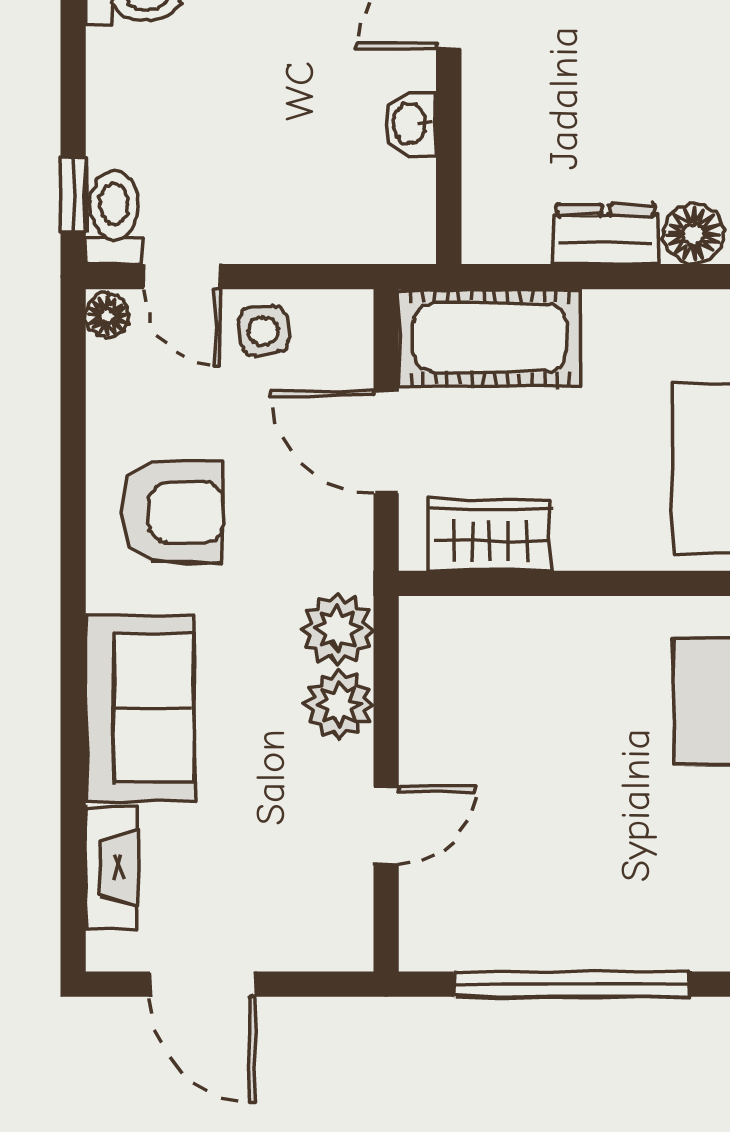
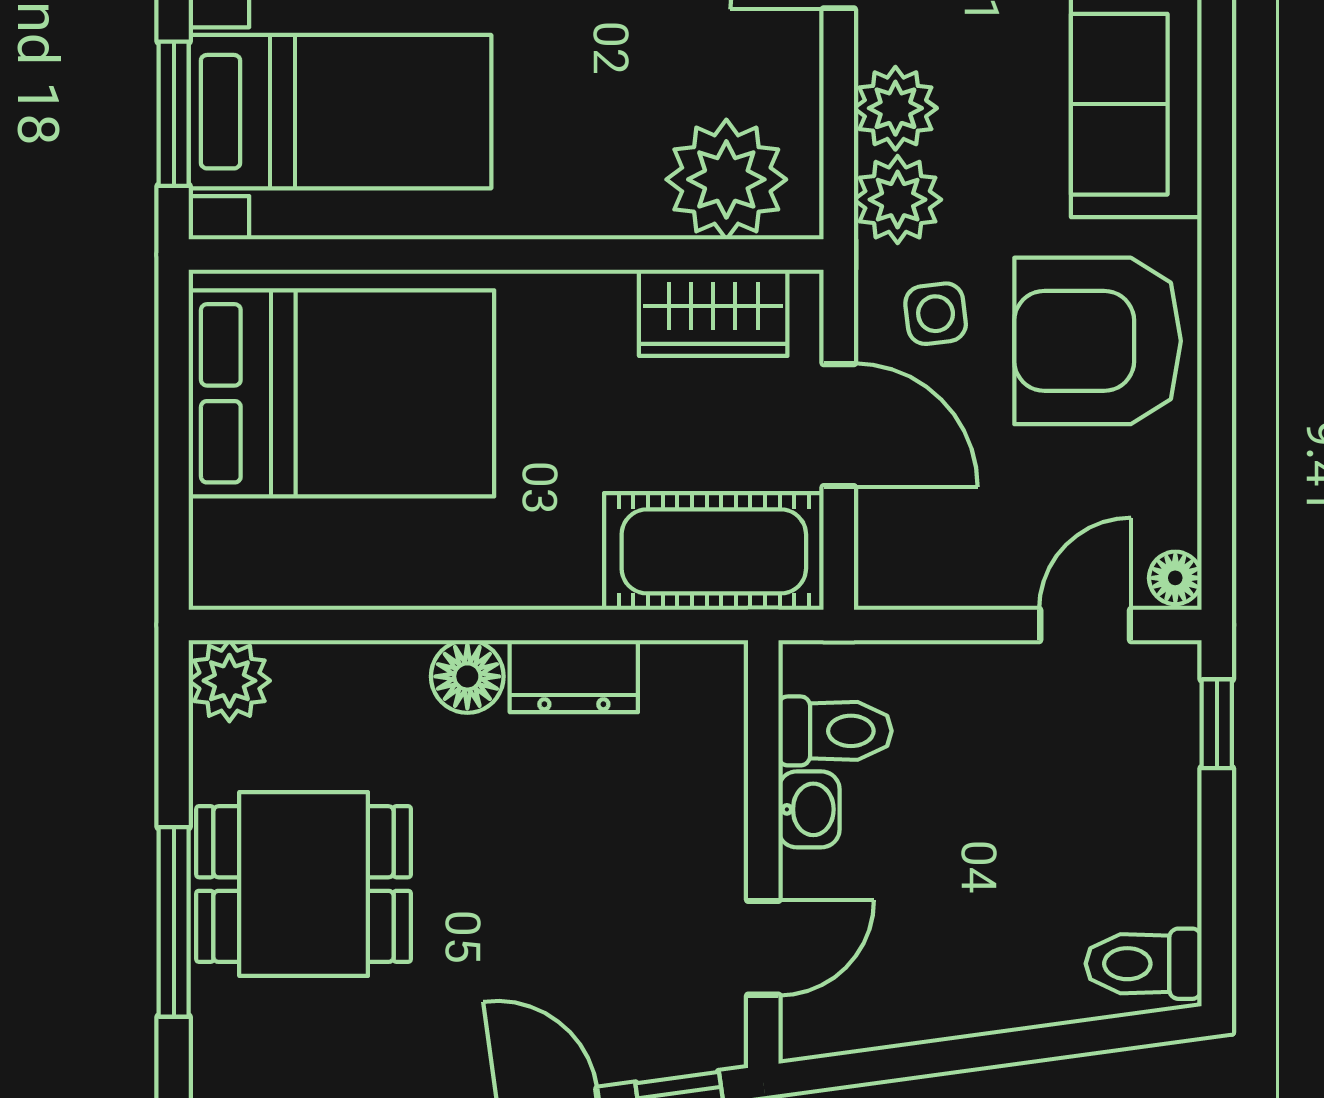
toilet: (114, 217) -> (835, 731), moved, turned -90
door: (182, 277) -> (1085, 625), hinge flipped
side table: (263, 331) -> (936, 314), moved
armchair: (172, 512) -> (1098, 341), width x1.36, depth x1.36
plant: (479, 646) -> (726, 179), added

